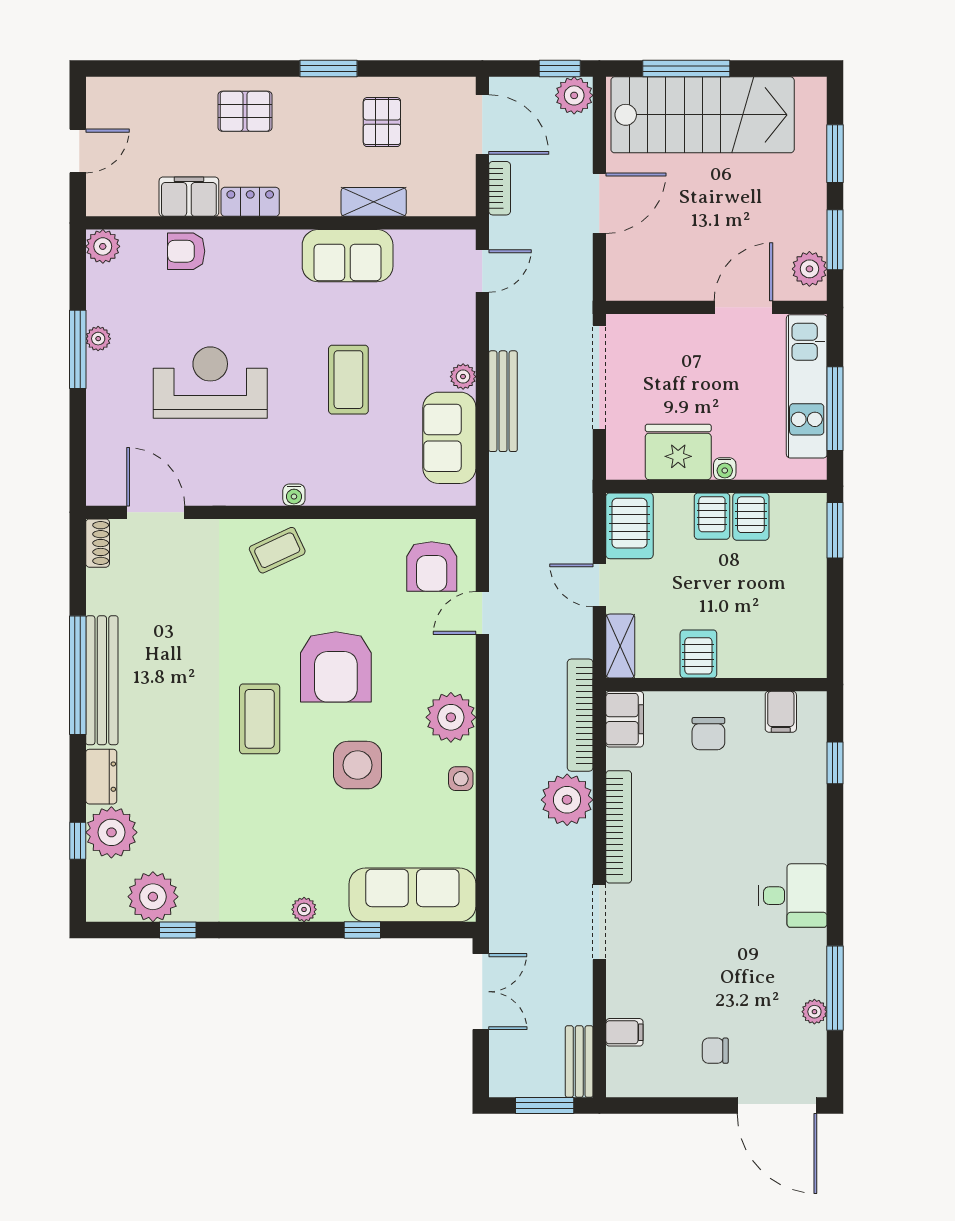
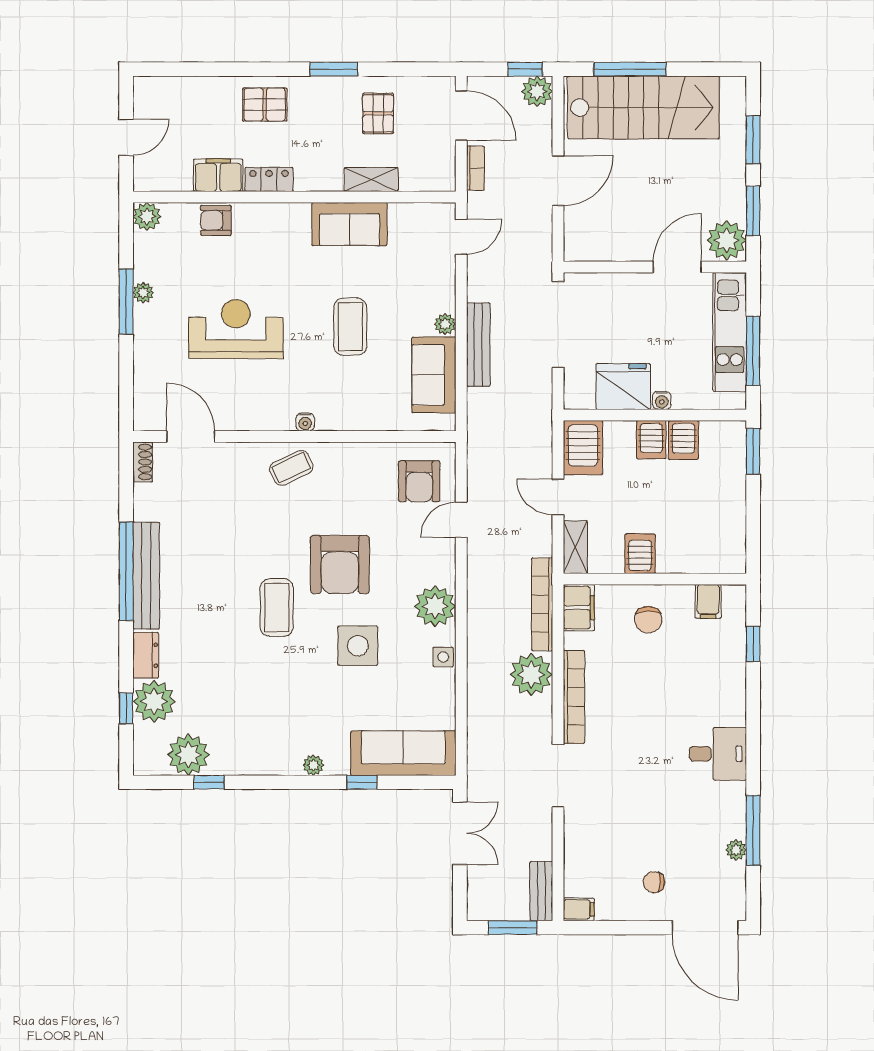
plant: (809, 269) -> (727, 240), width x1.36, depth x1.36
filing cabinet: (624, 1032) -> (579, 909), moved

